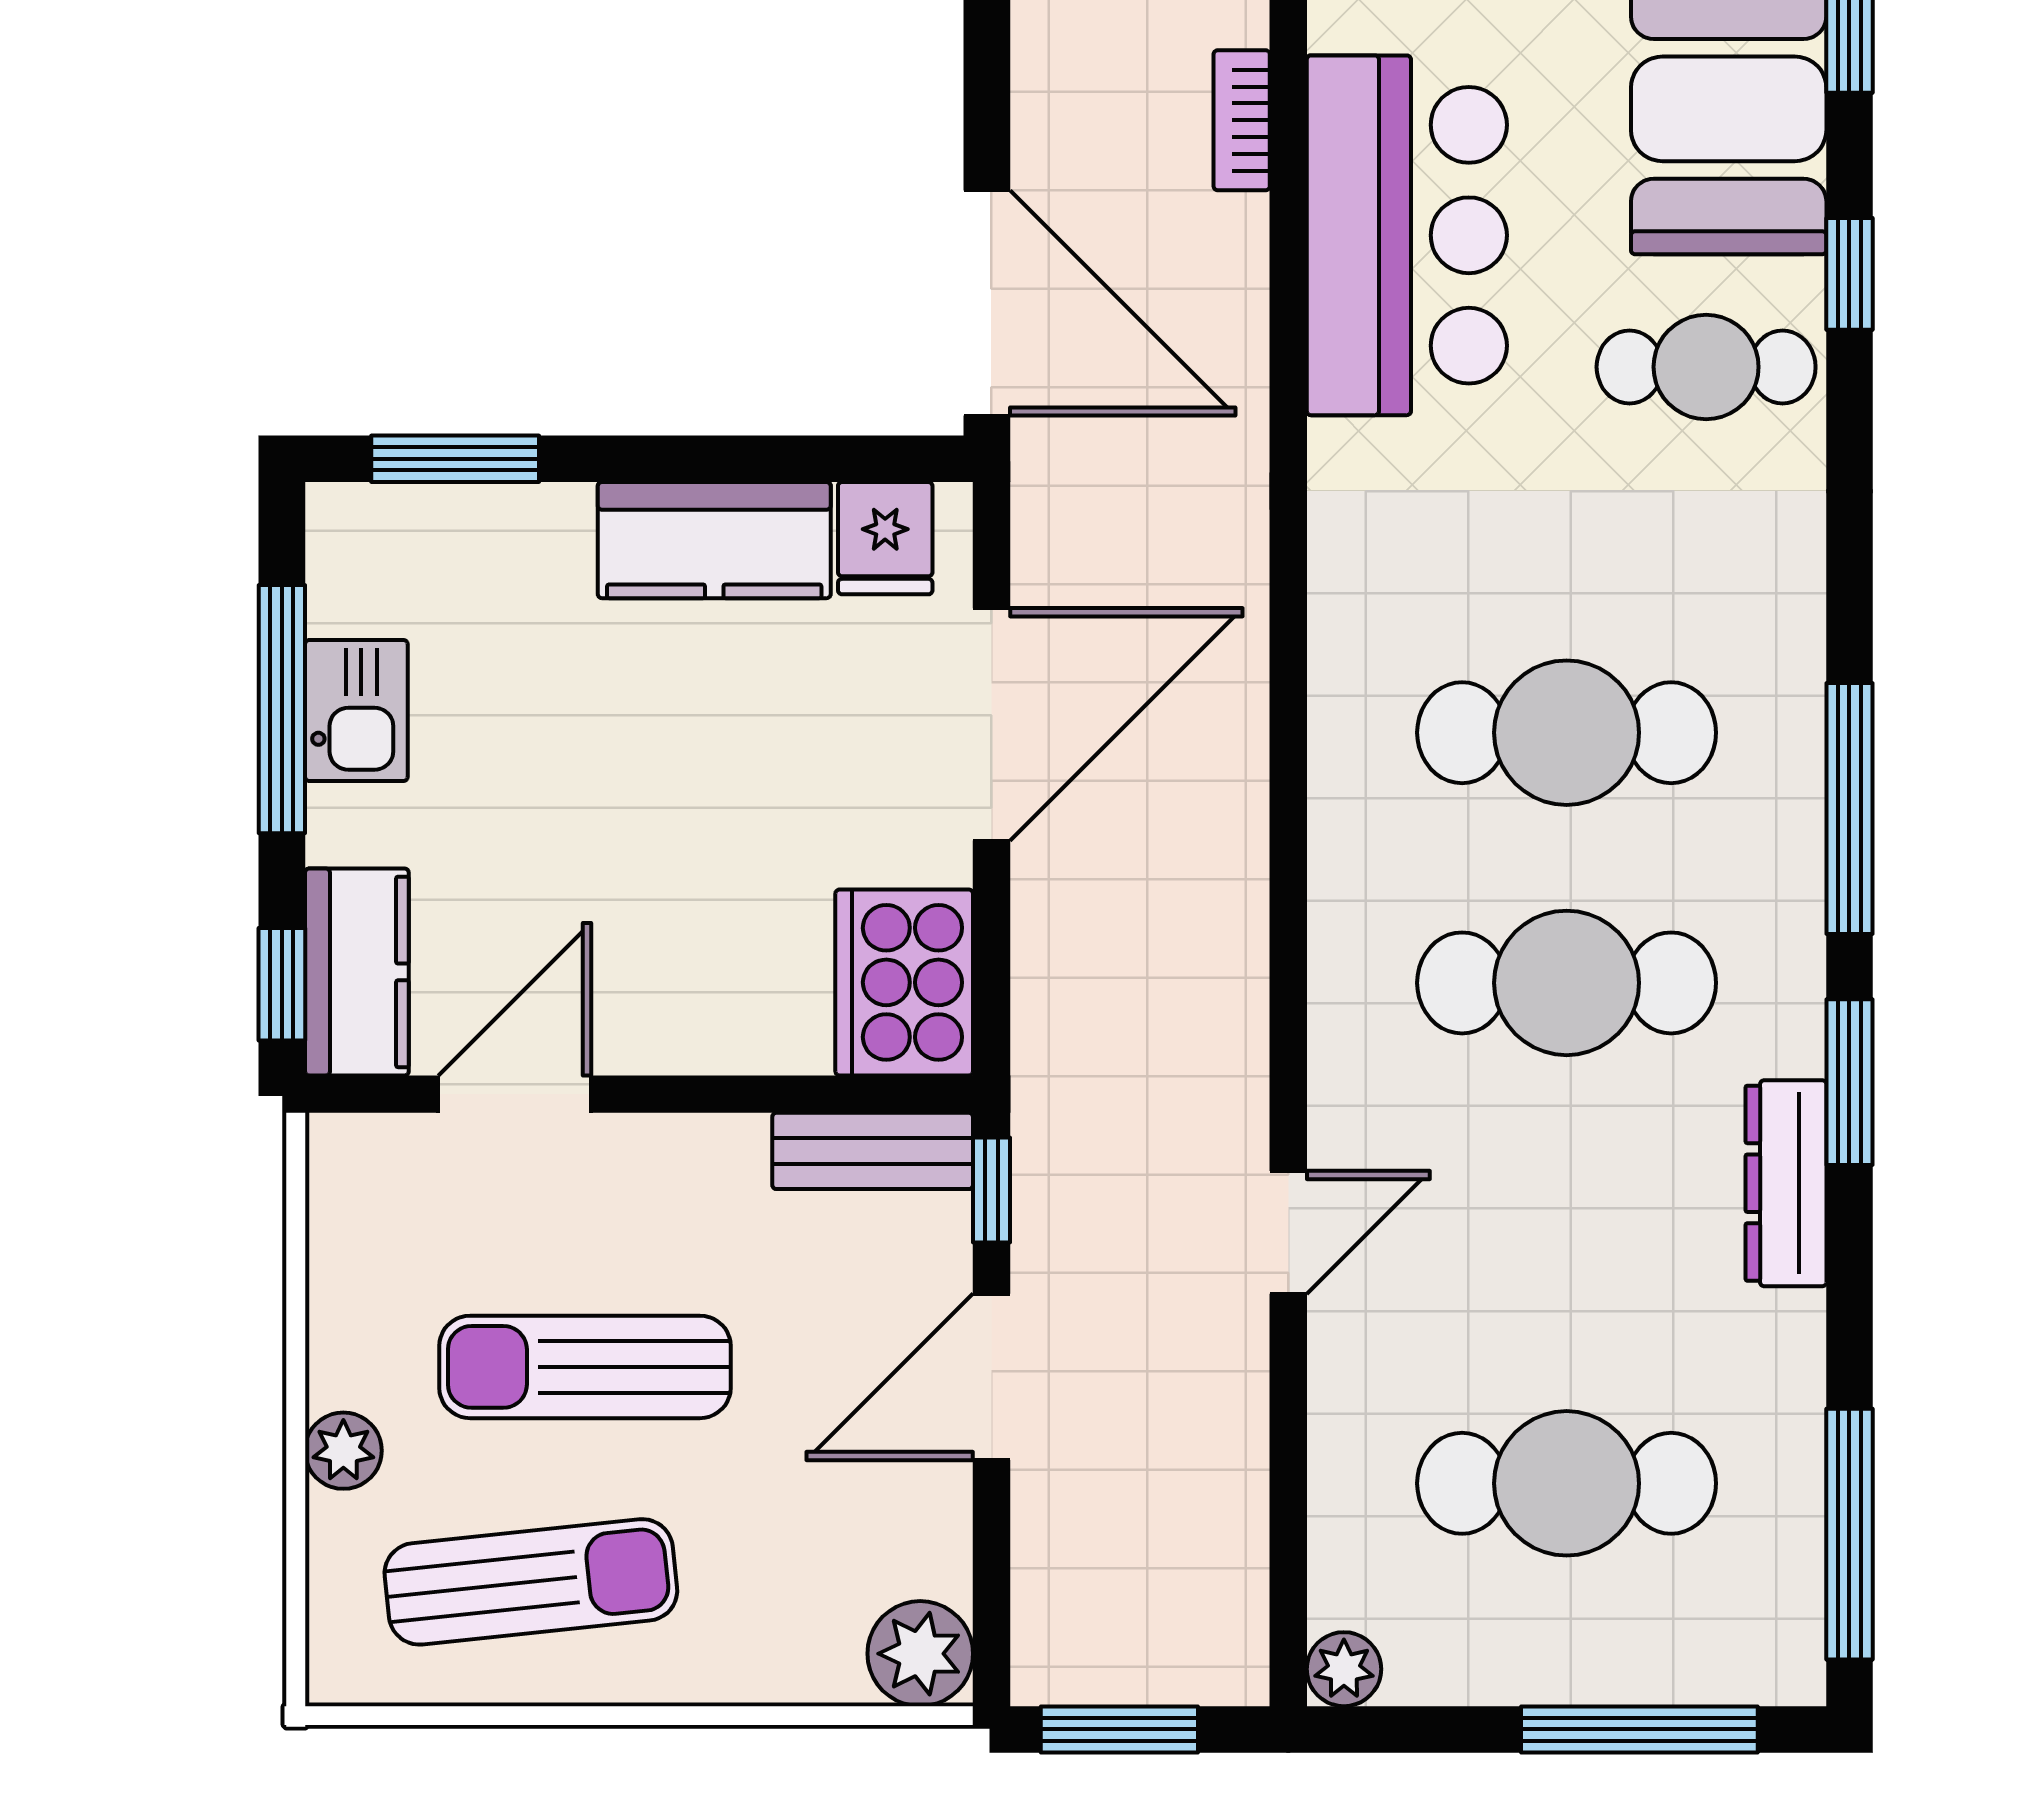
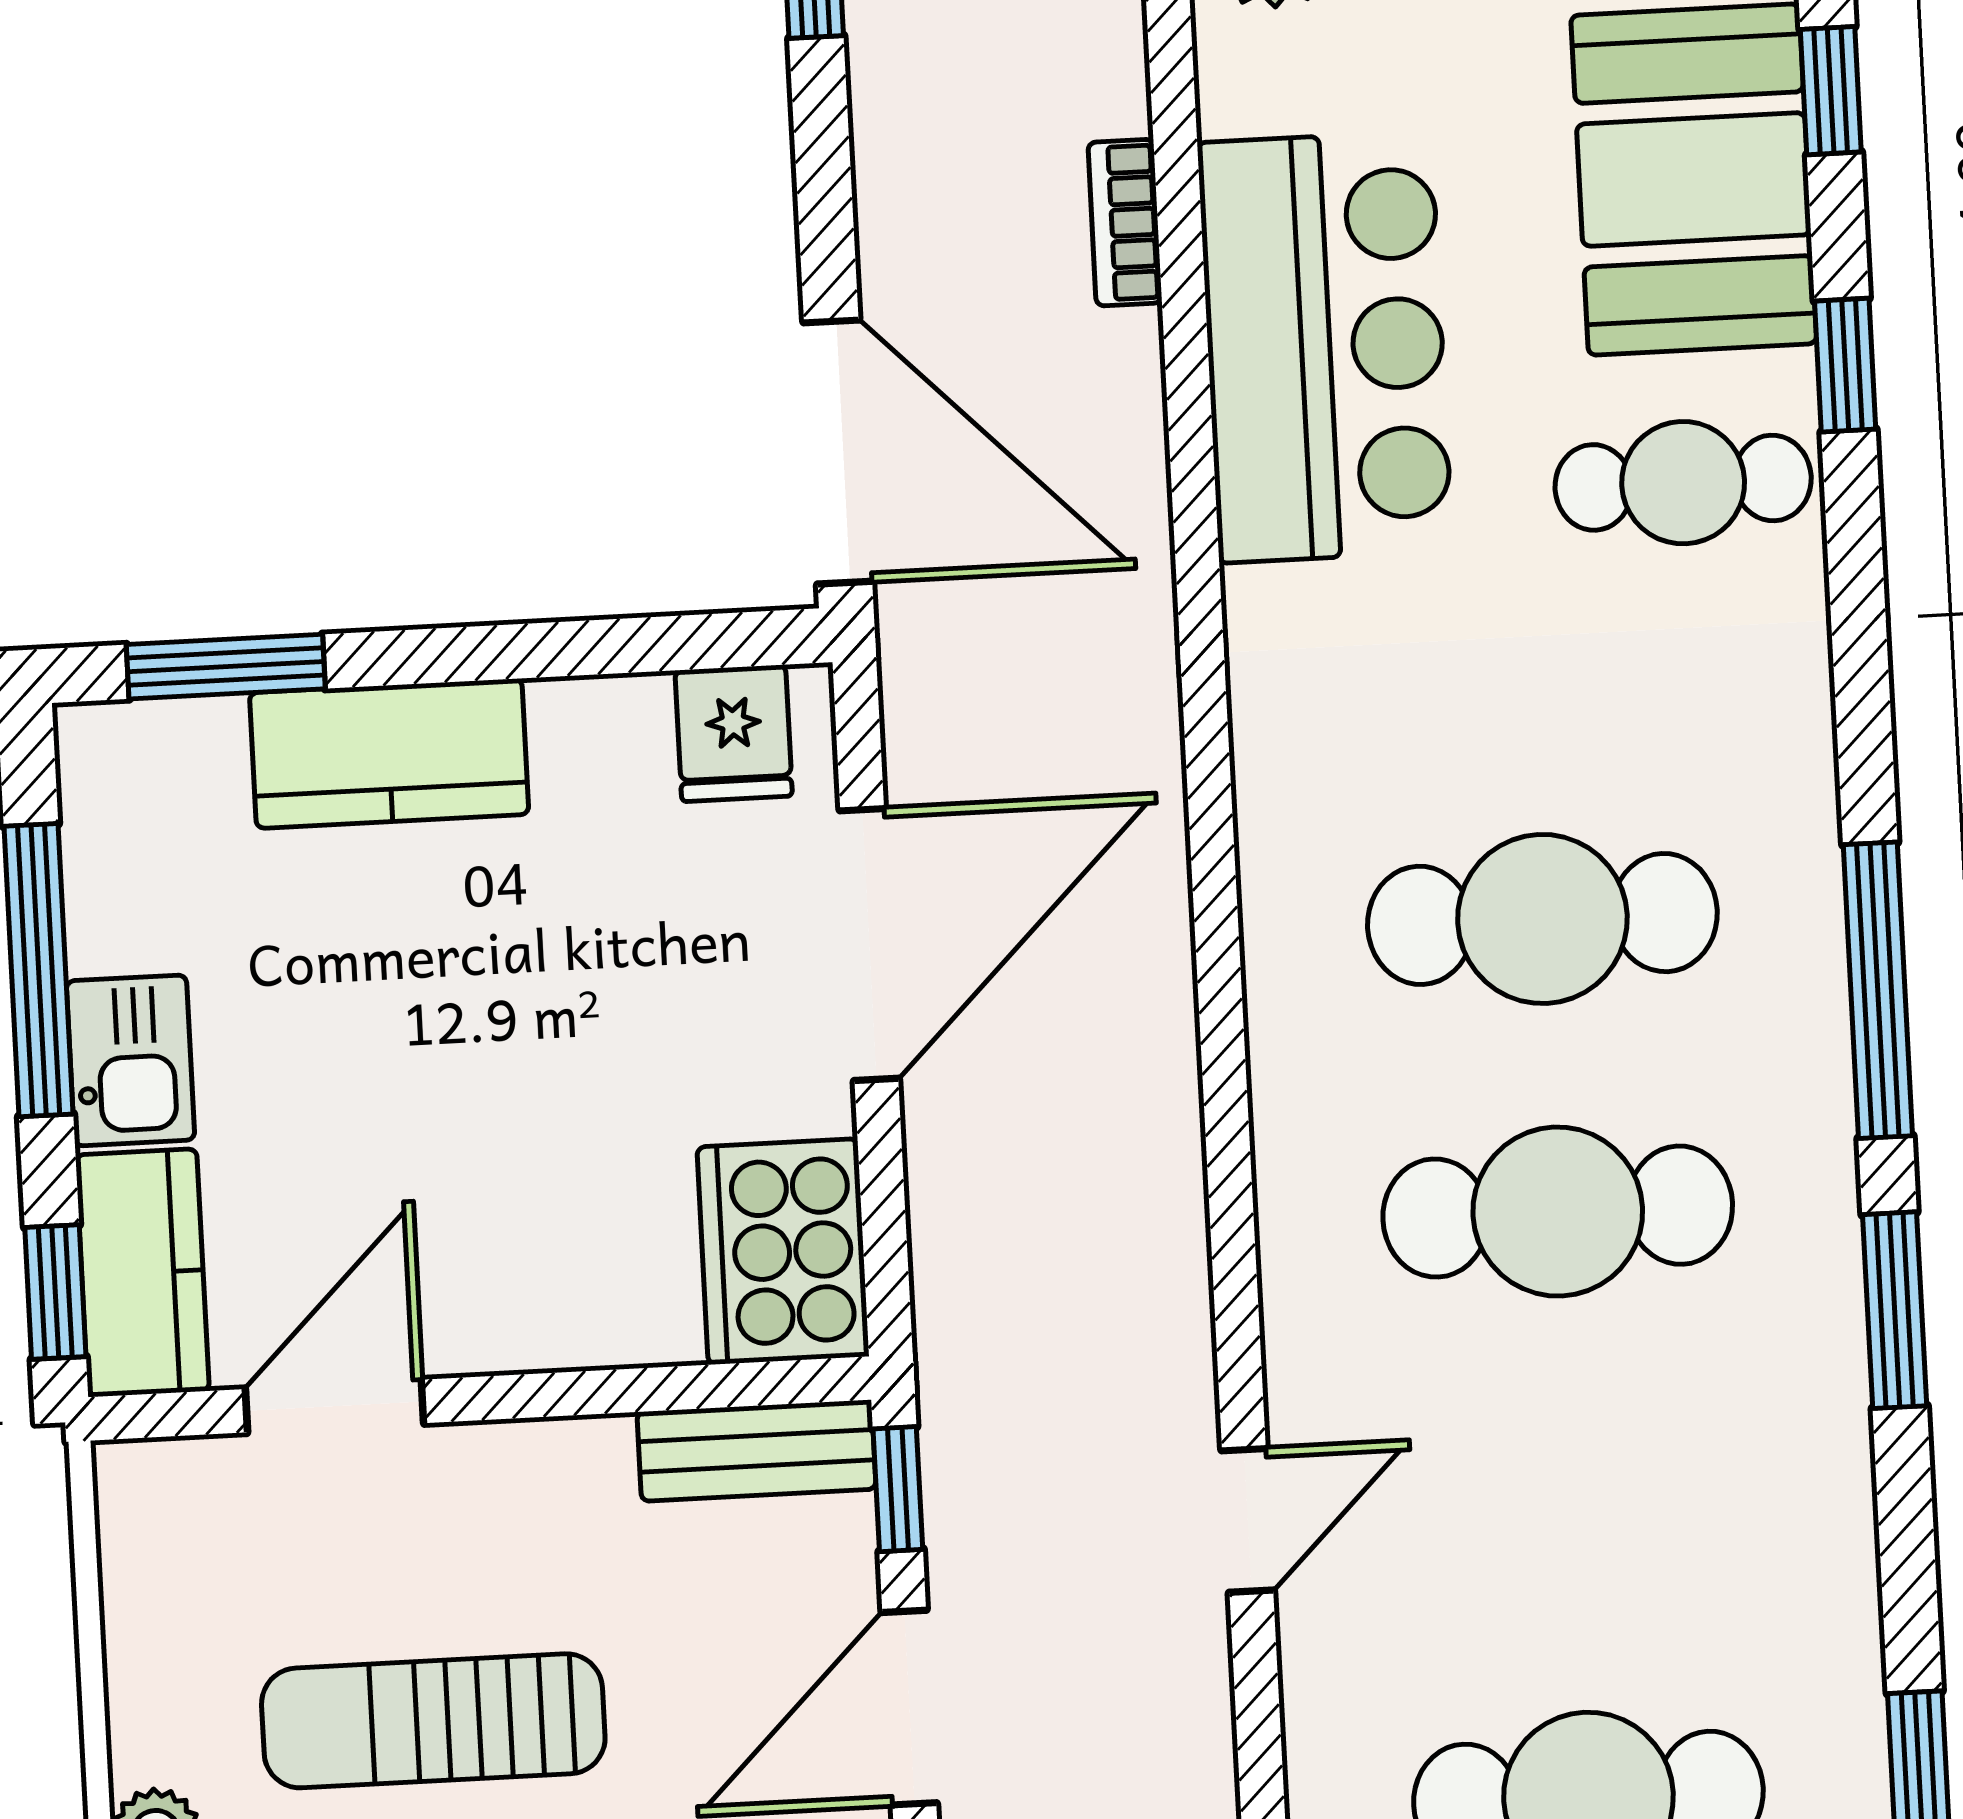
kitchen counter: (714, 540) -> (389, 754), moved
kitchen sink: (356, 711) -> (131, 1060), moved
dresser: (1786, 1183) -> (1827, 1432), removed

